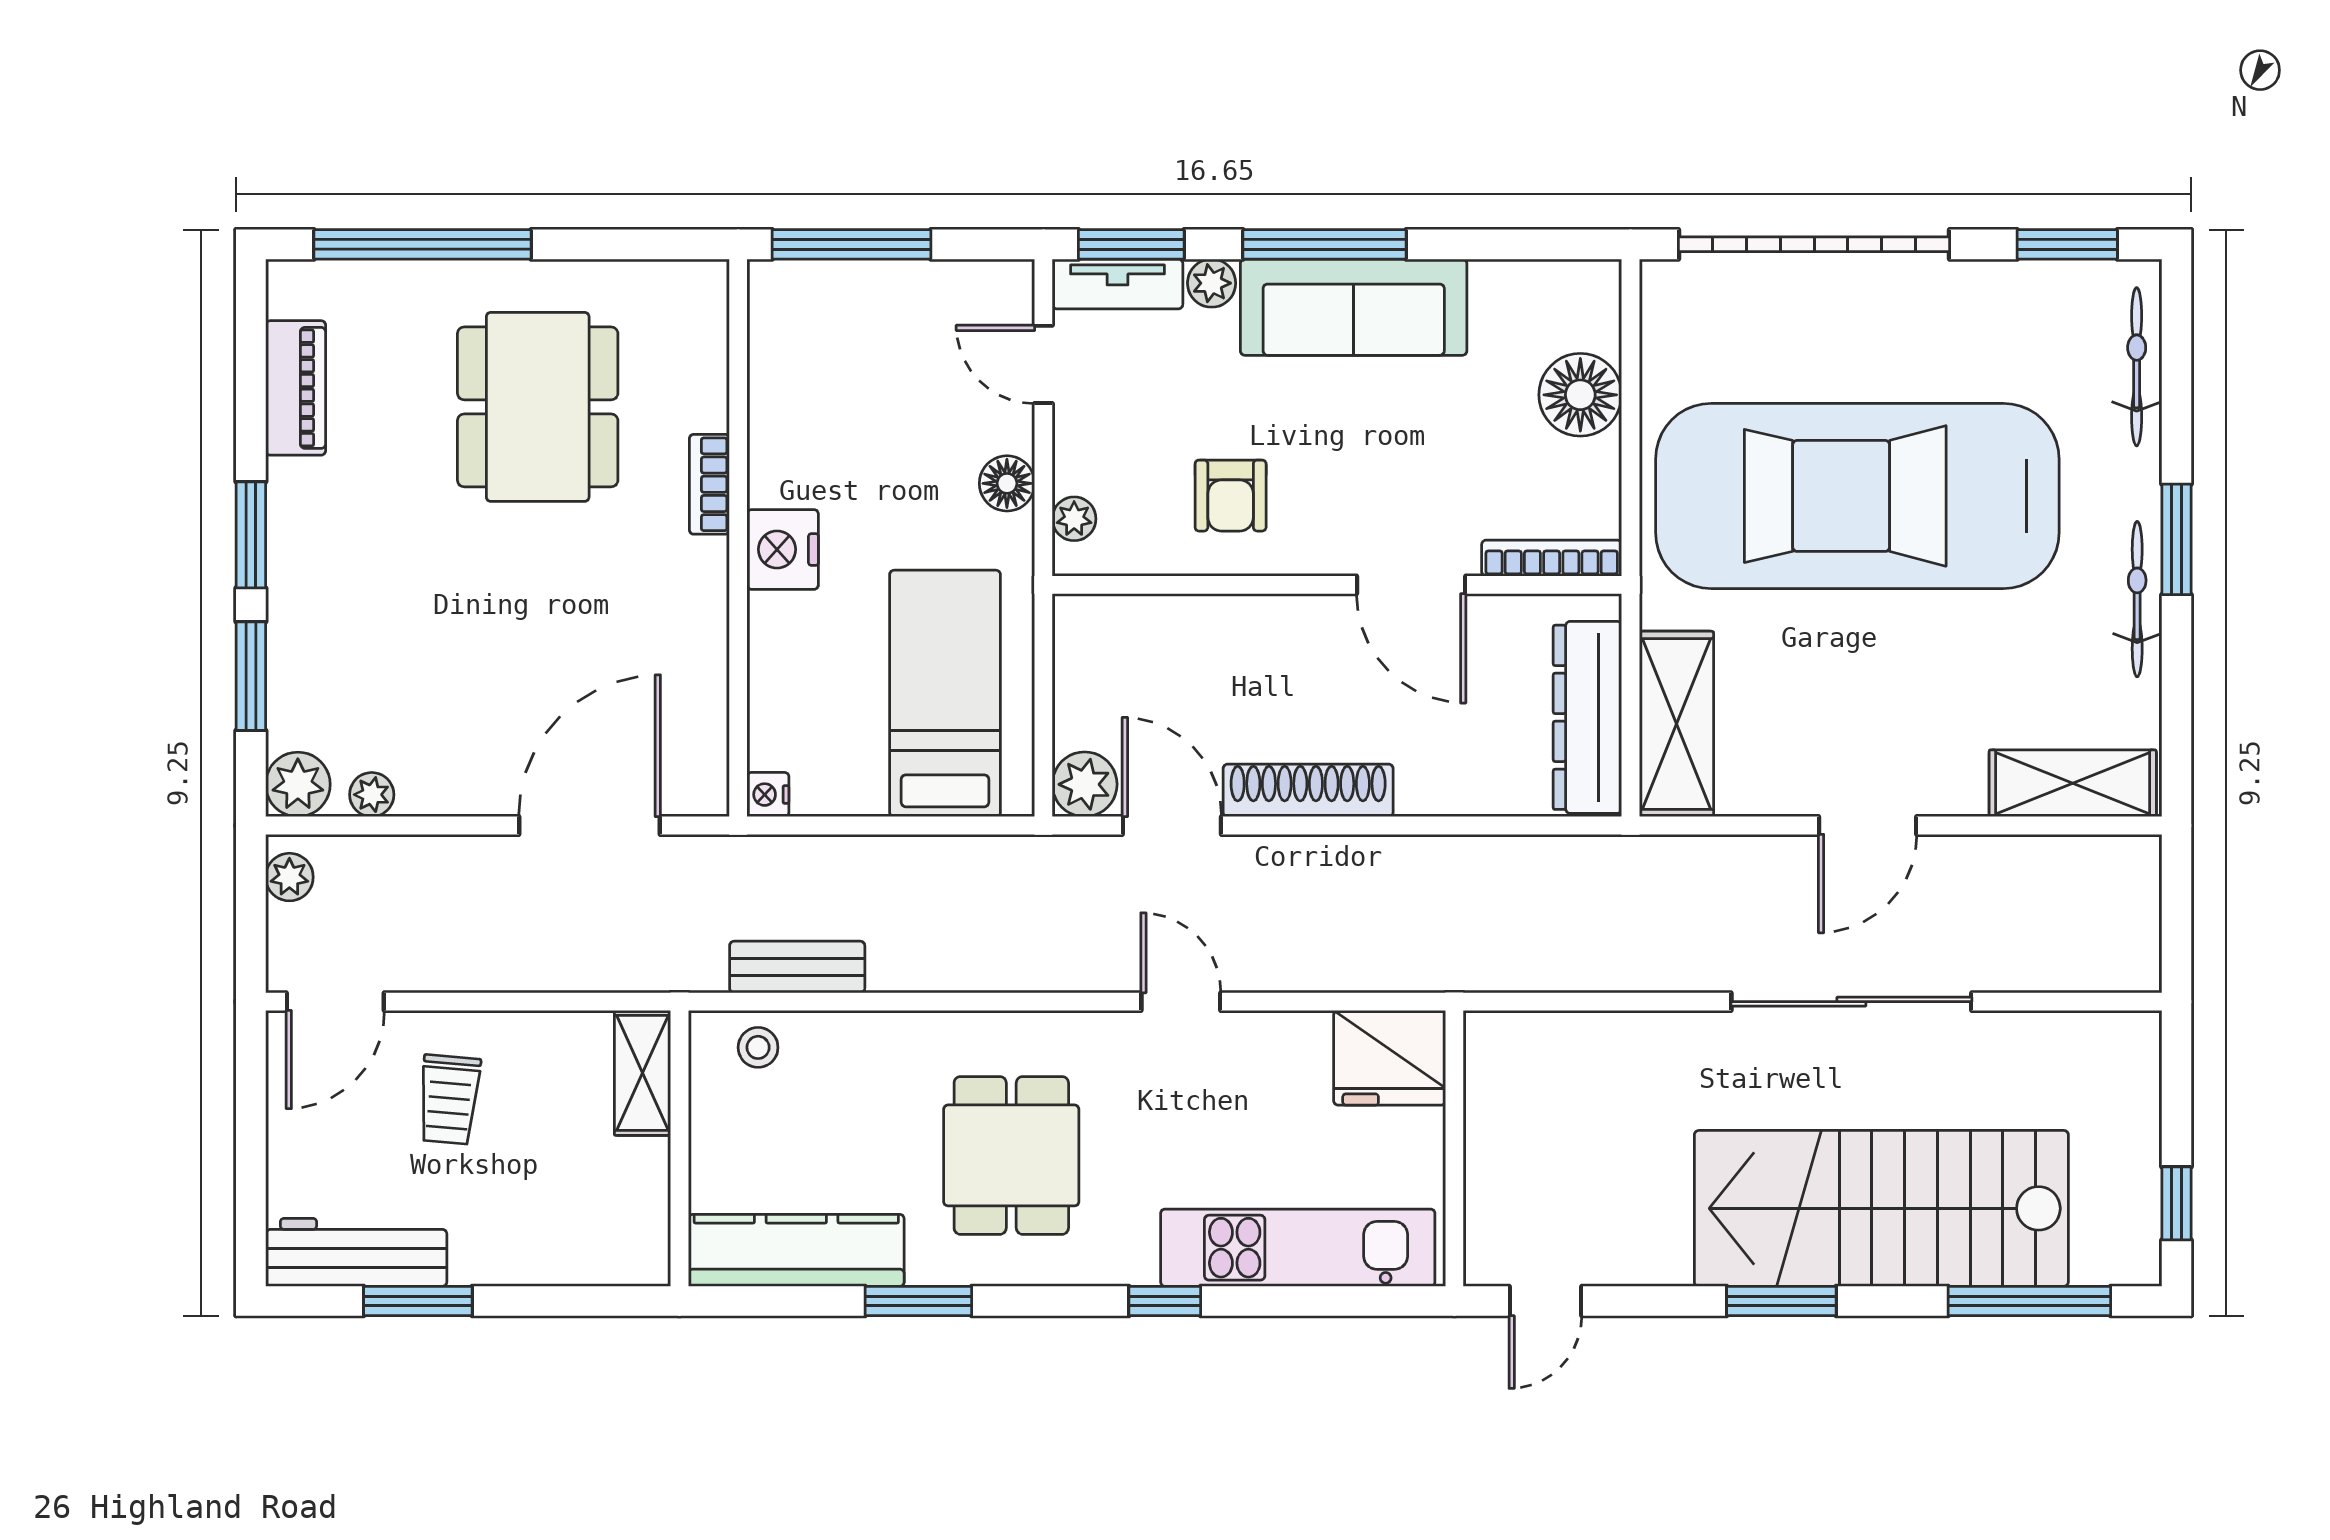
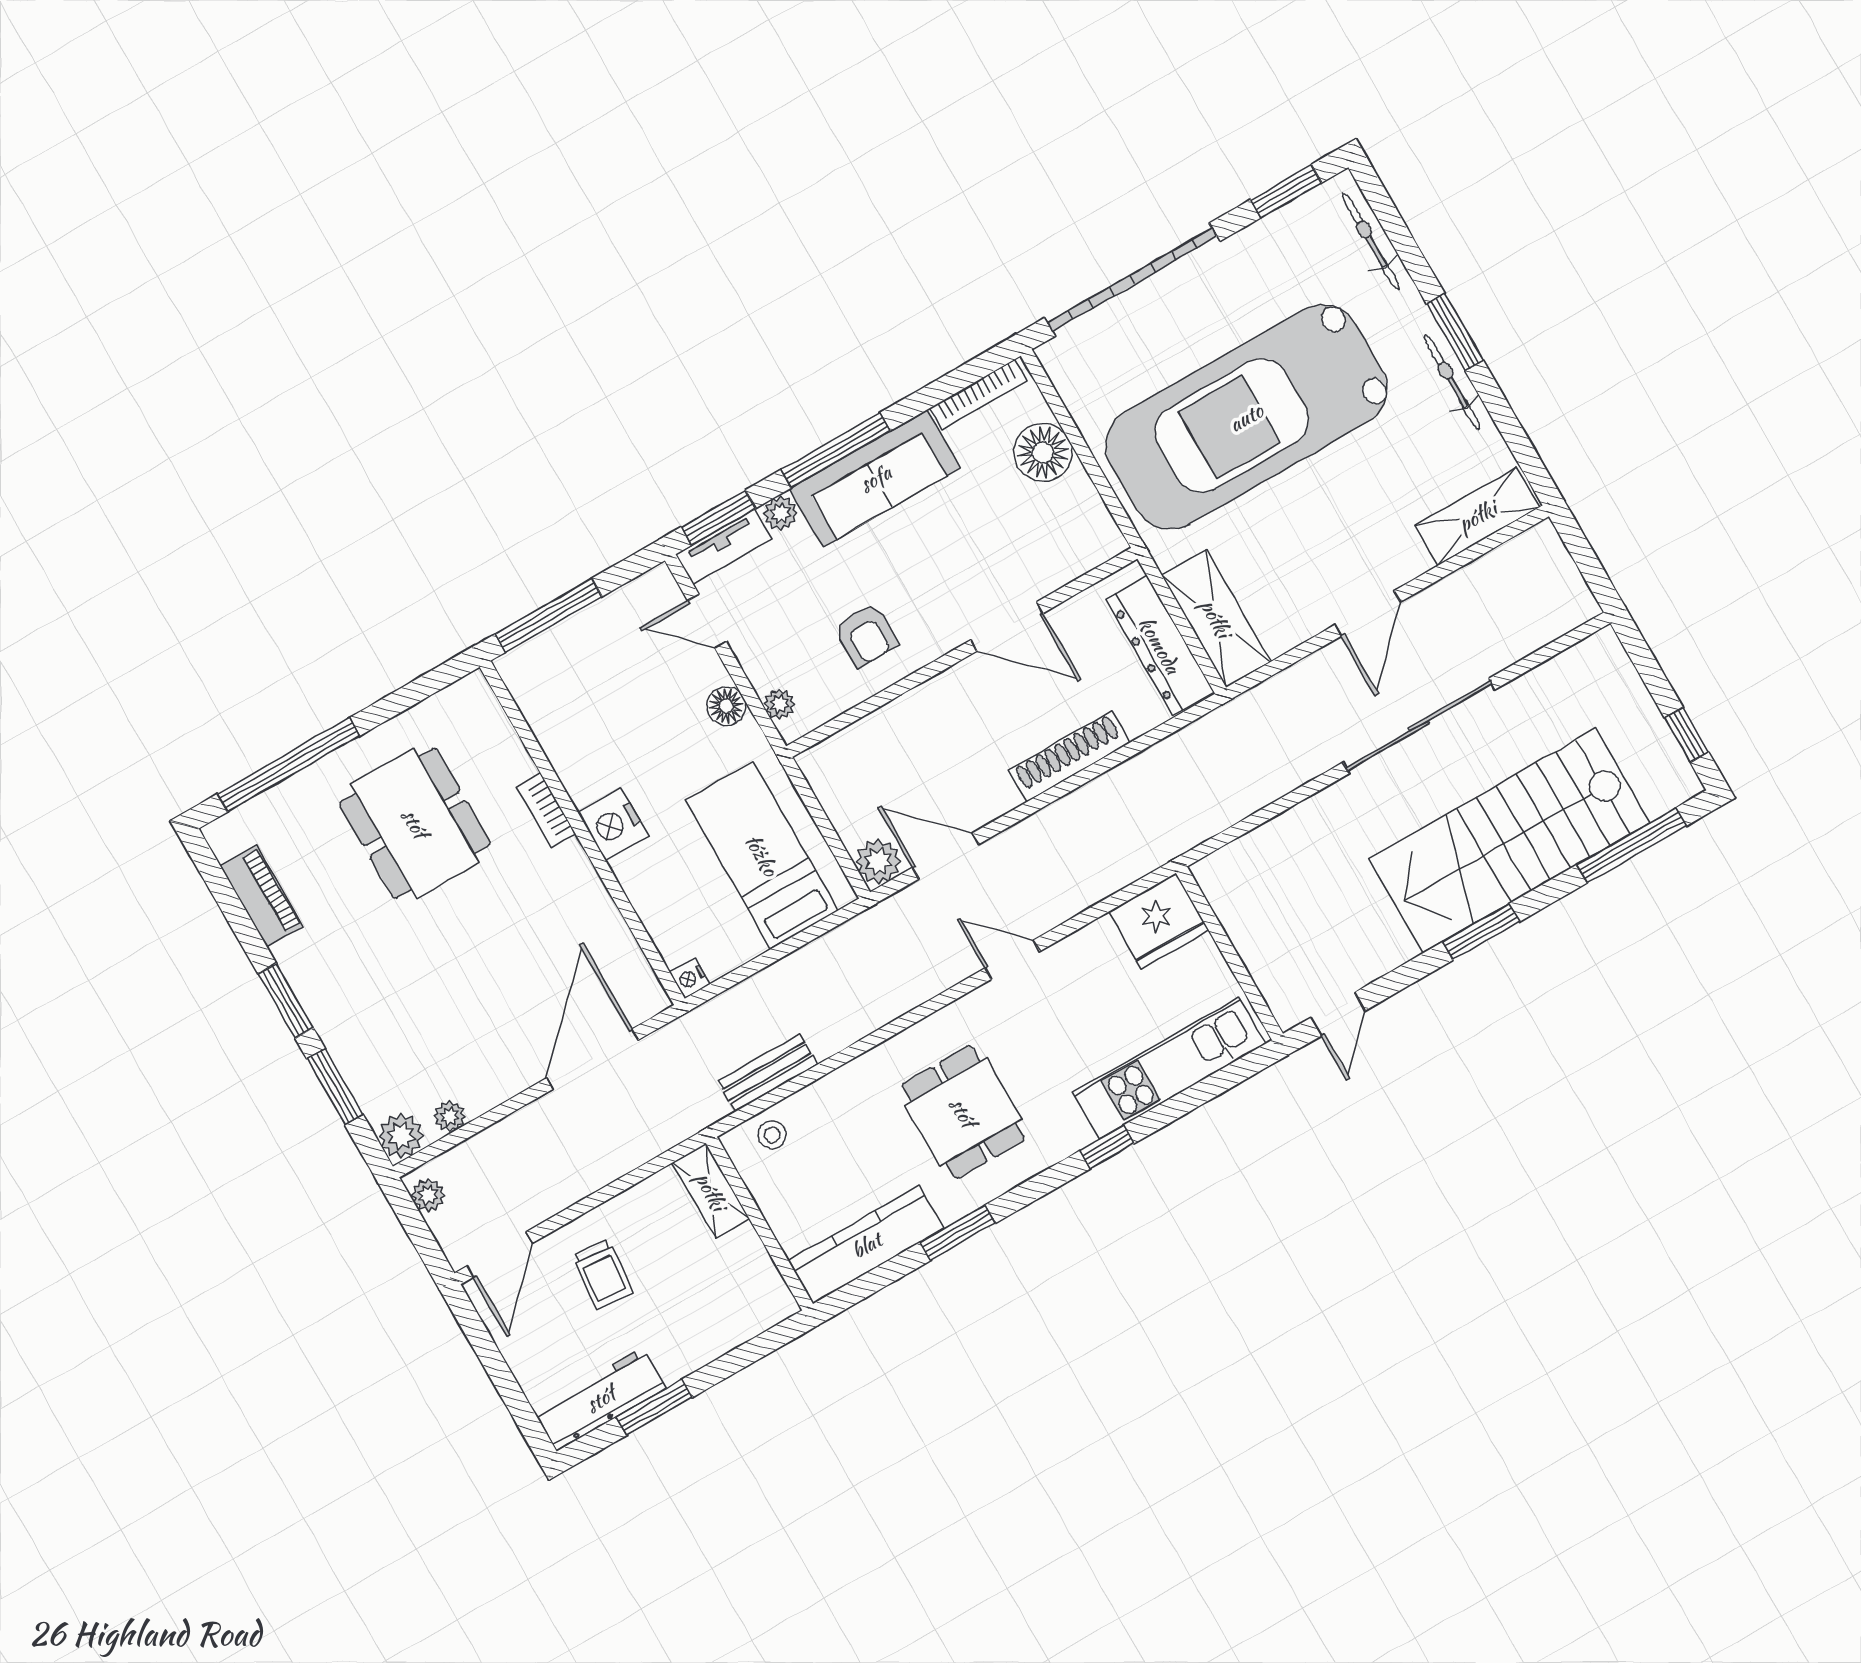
bookcase: (1552, 558) -> (979, 394), moved, turned 180
shoe rack: (1308, 790) -> (1070, 756), moved

